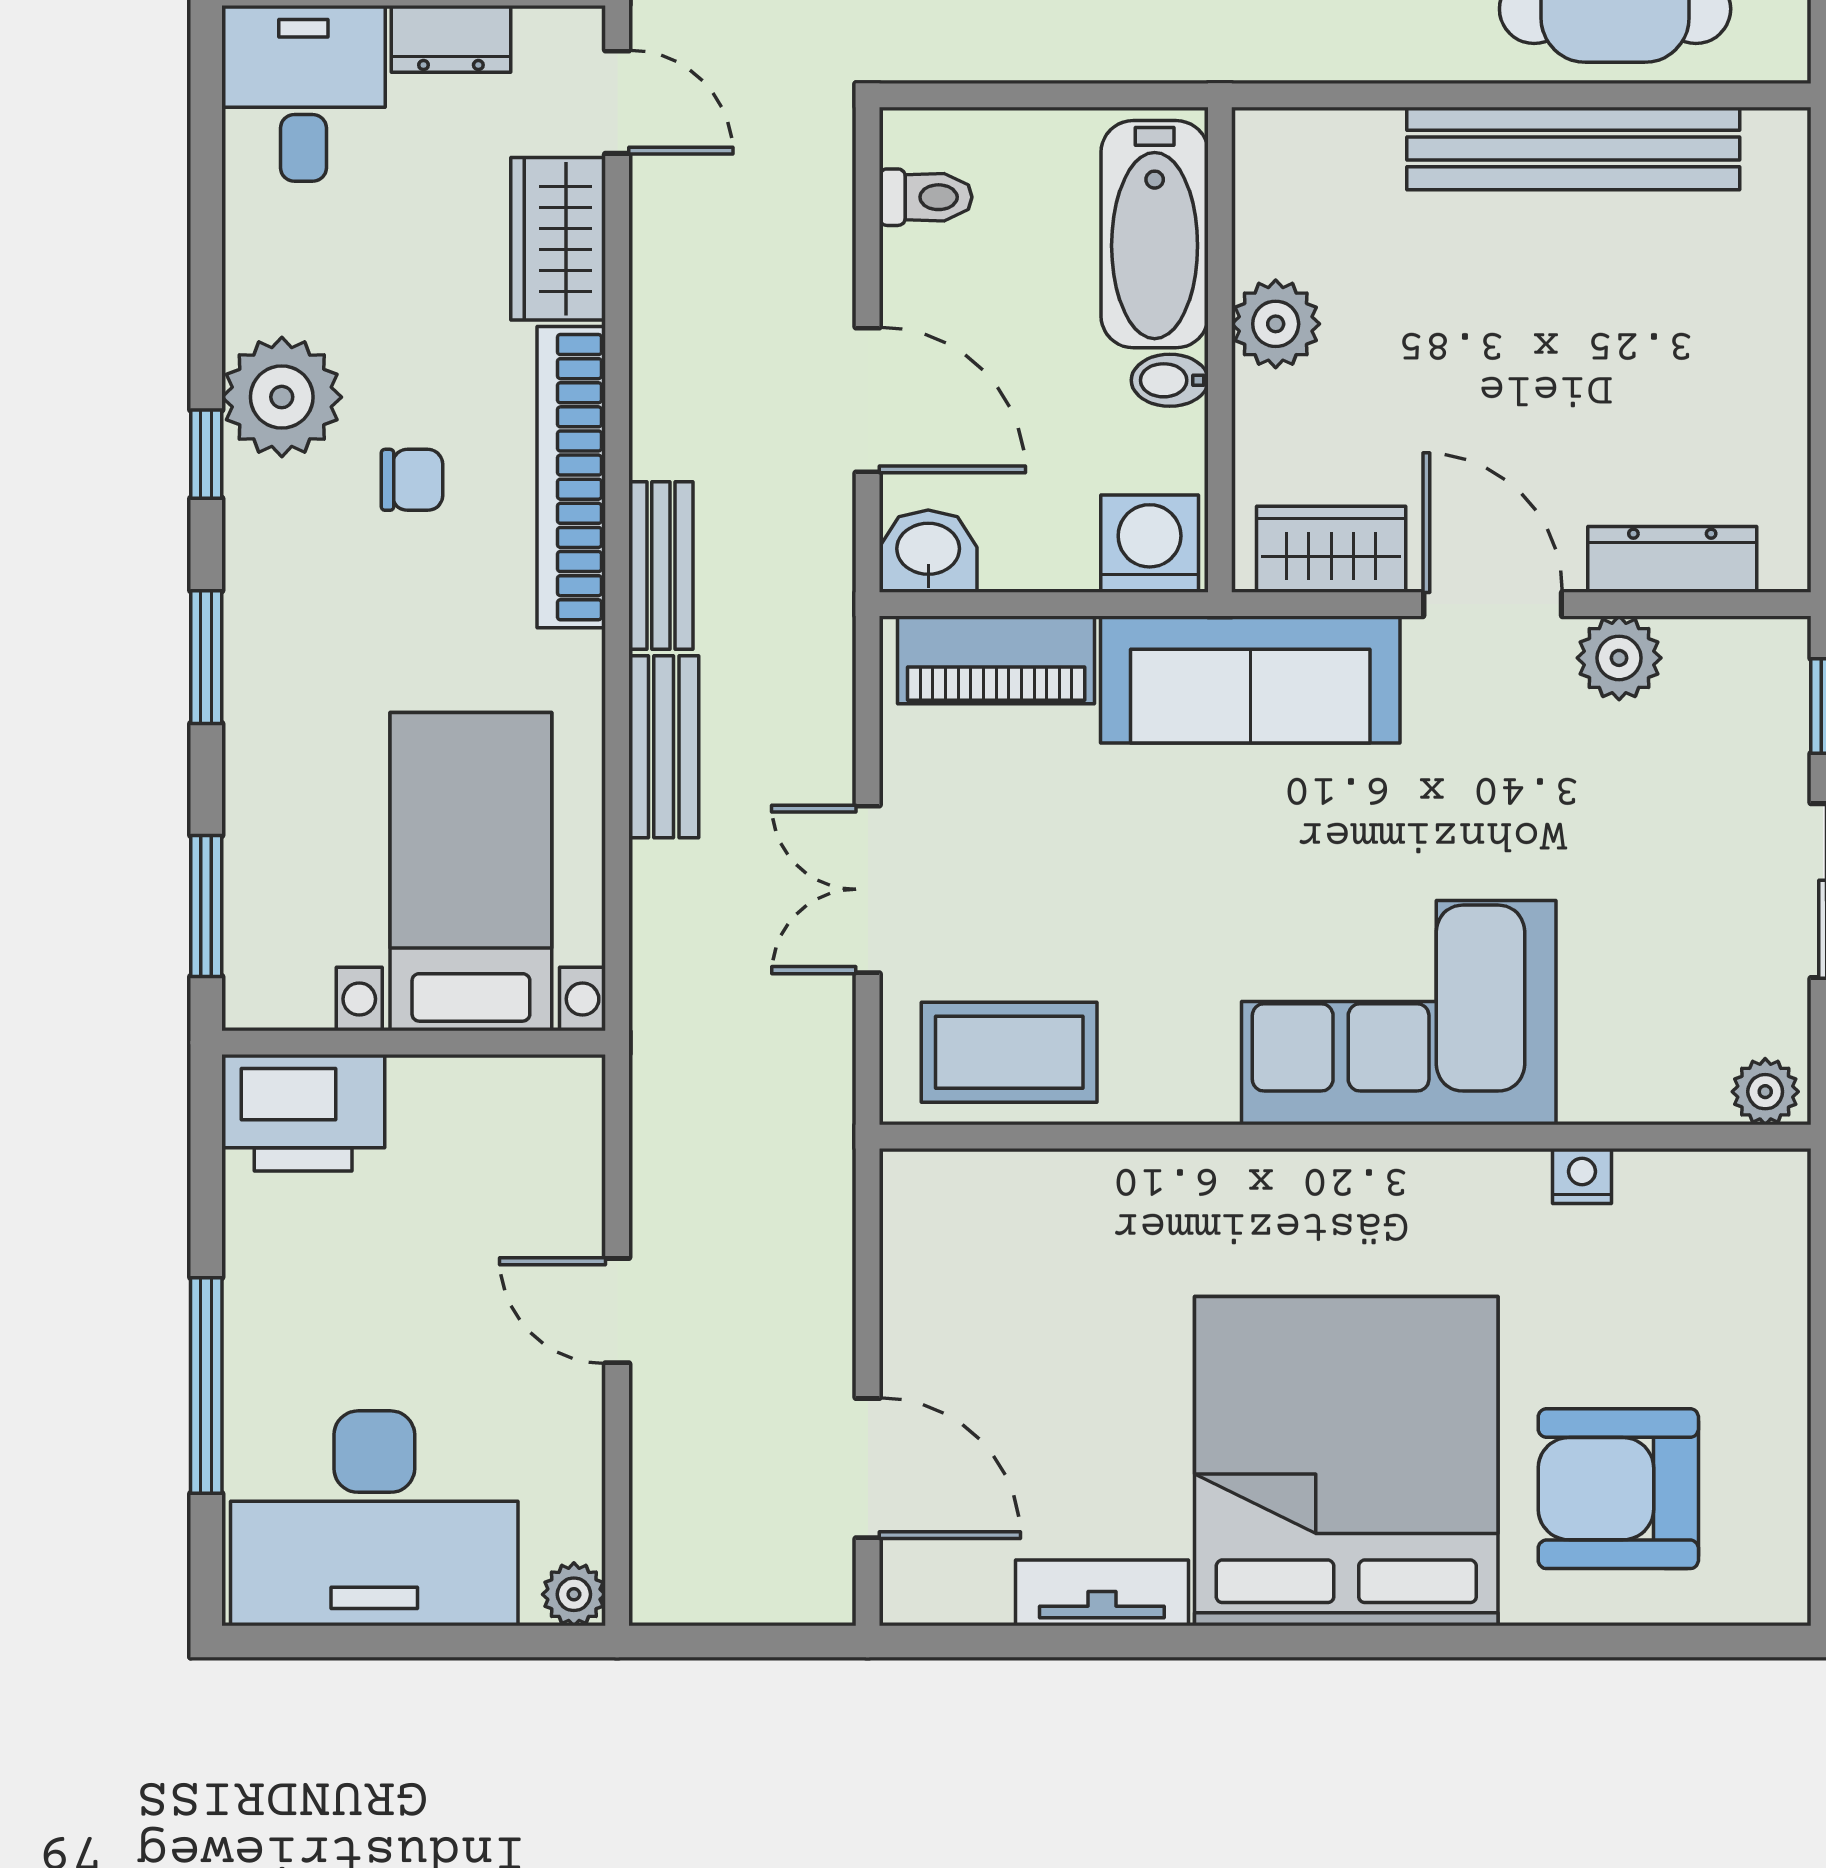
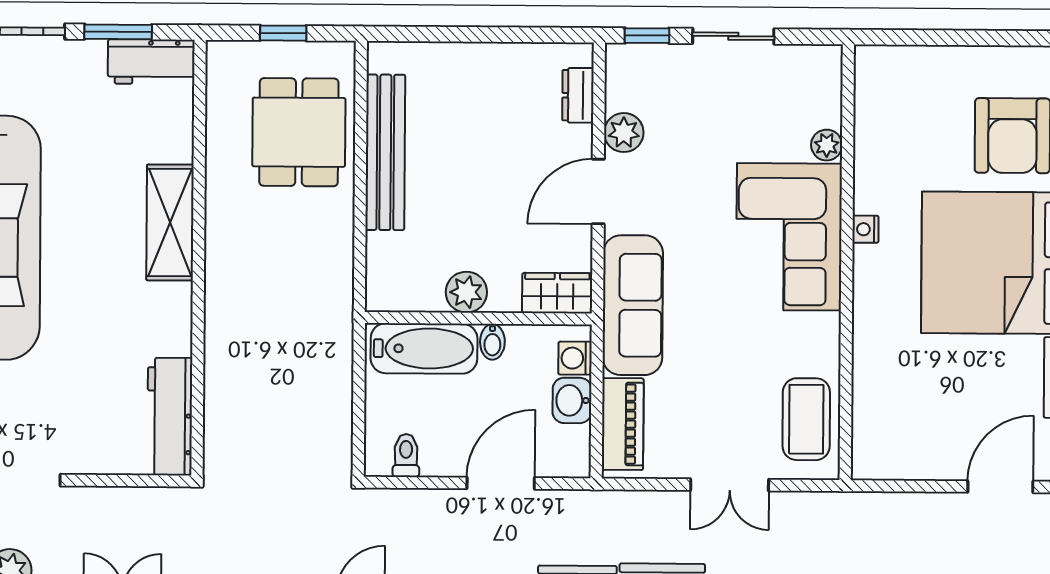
washing machine: (1150, 544) -> (575, 358), width x0.73, depth x0.73
wardrobe: (1331, 549) -> (557, 293), moved, turned 90
washbasin: (928, 551) -> (572, 400), moved
dresser: (1672, 559) -> (578, 95), width x0.70
plant: (1765, 1092) -> (827, 145), moved
nightstand: (1582, 1176) -> (865, 229), moved

